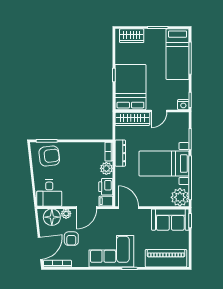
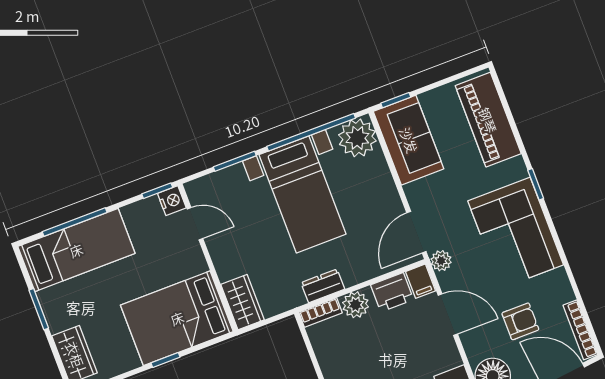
door: (159, 111) -> (195, 224), moved
wardrobe: (132, 119) -> (243, 302), width x0.67
dresser: (120, 153) -> (323, 286), width x0.70
plant: (66, 214) -> (441, 261), moved

